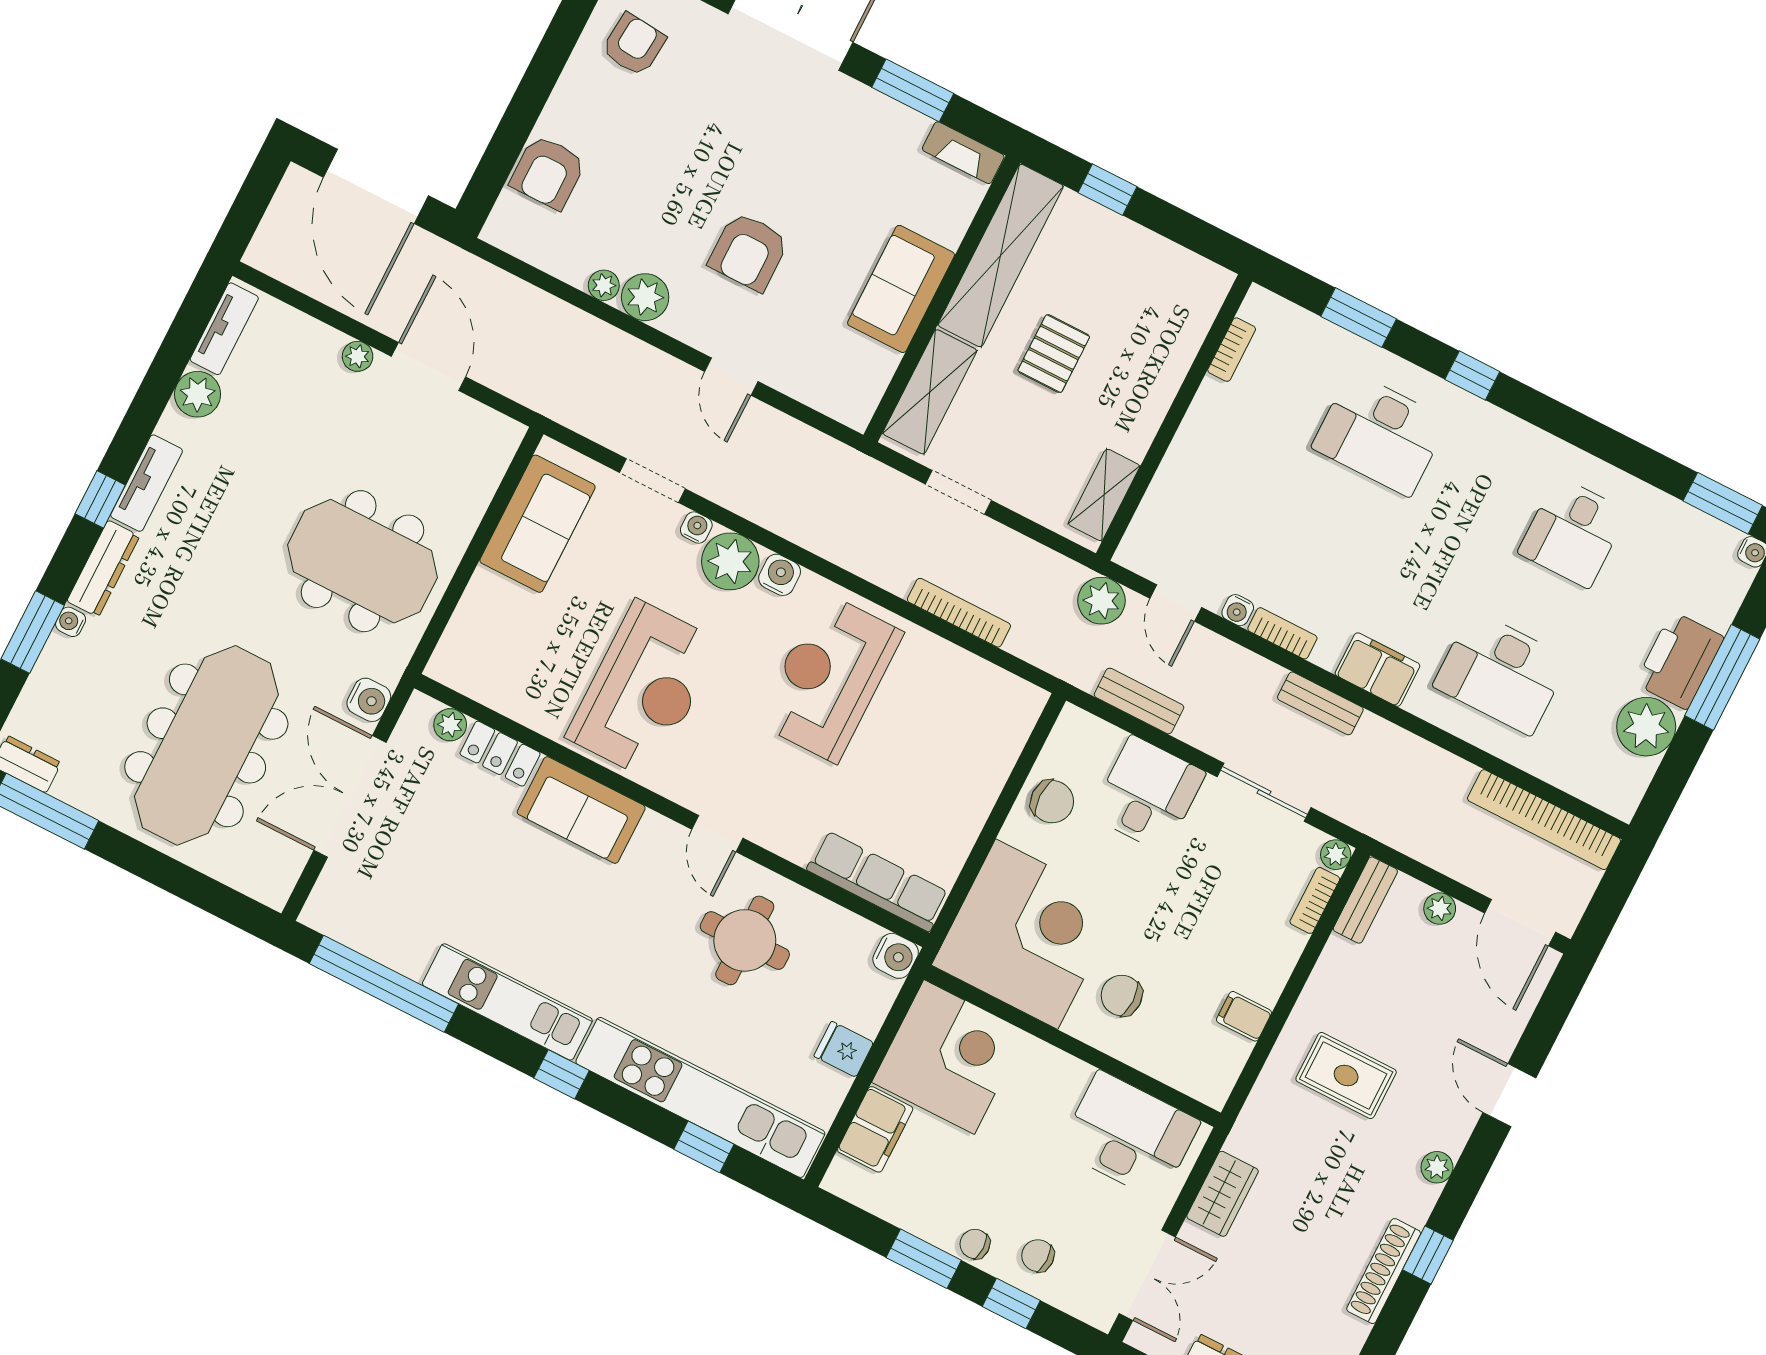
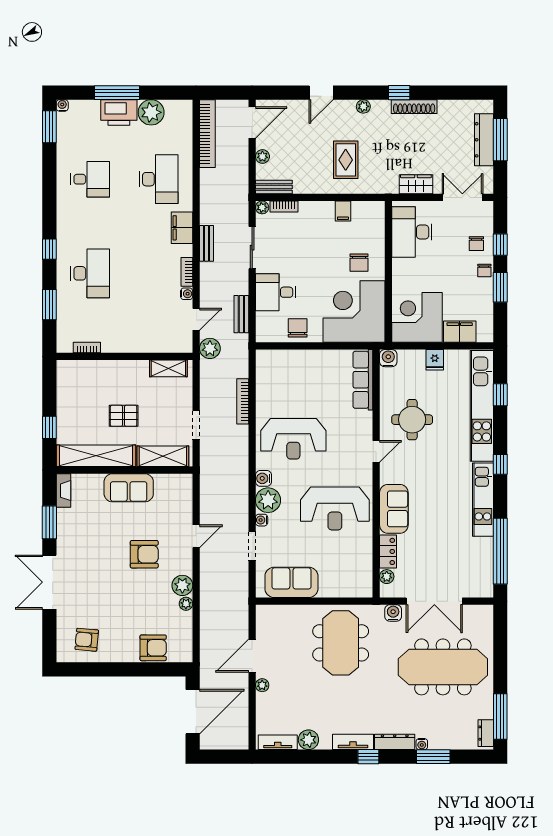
reception desk: (644, 690) -> (335, 508), turned 180

